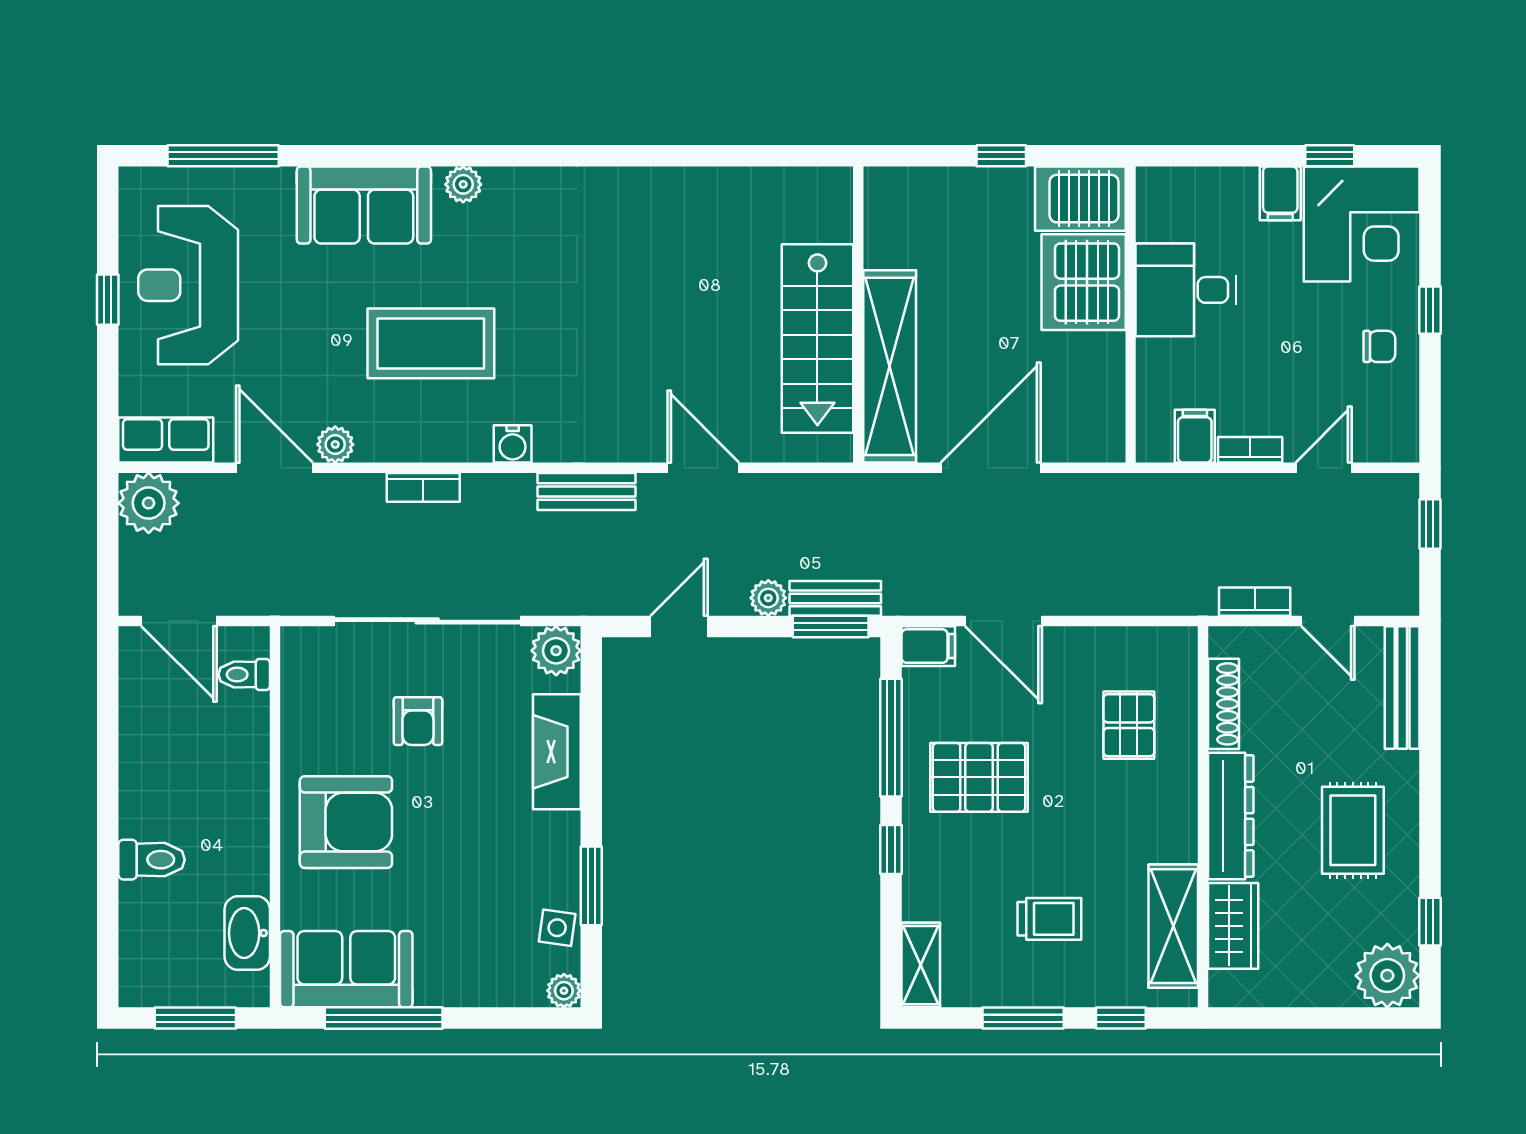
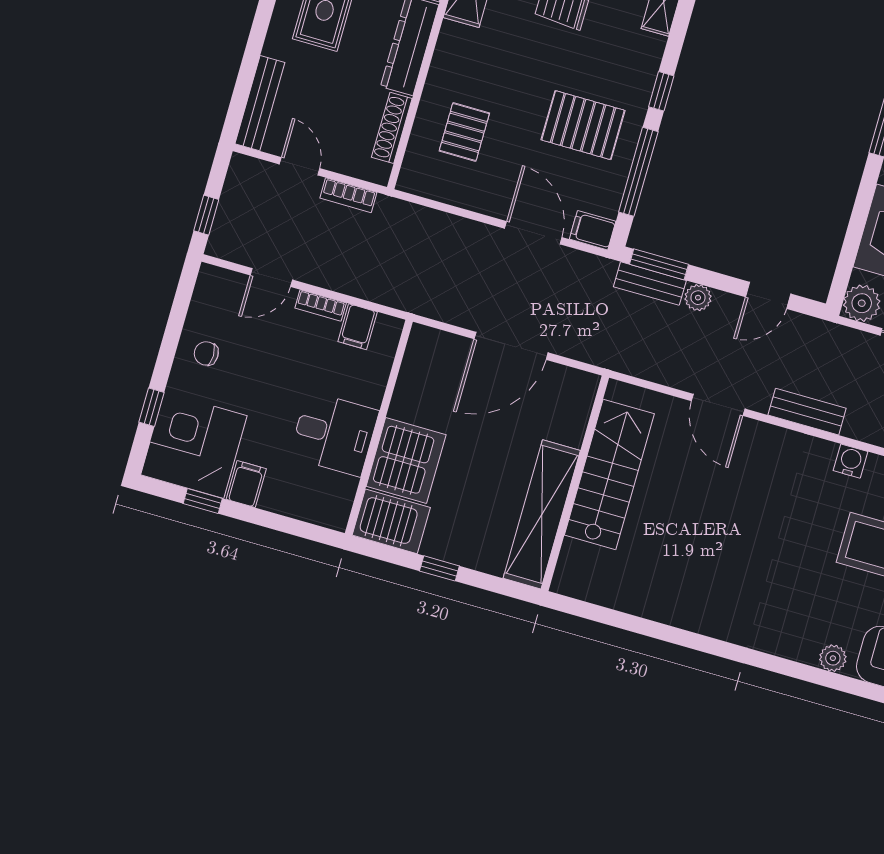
window: (1430, 310) -> (152, 407), moved
shelving: (890, 366) -> (542, 514), moved

